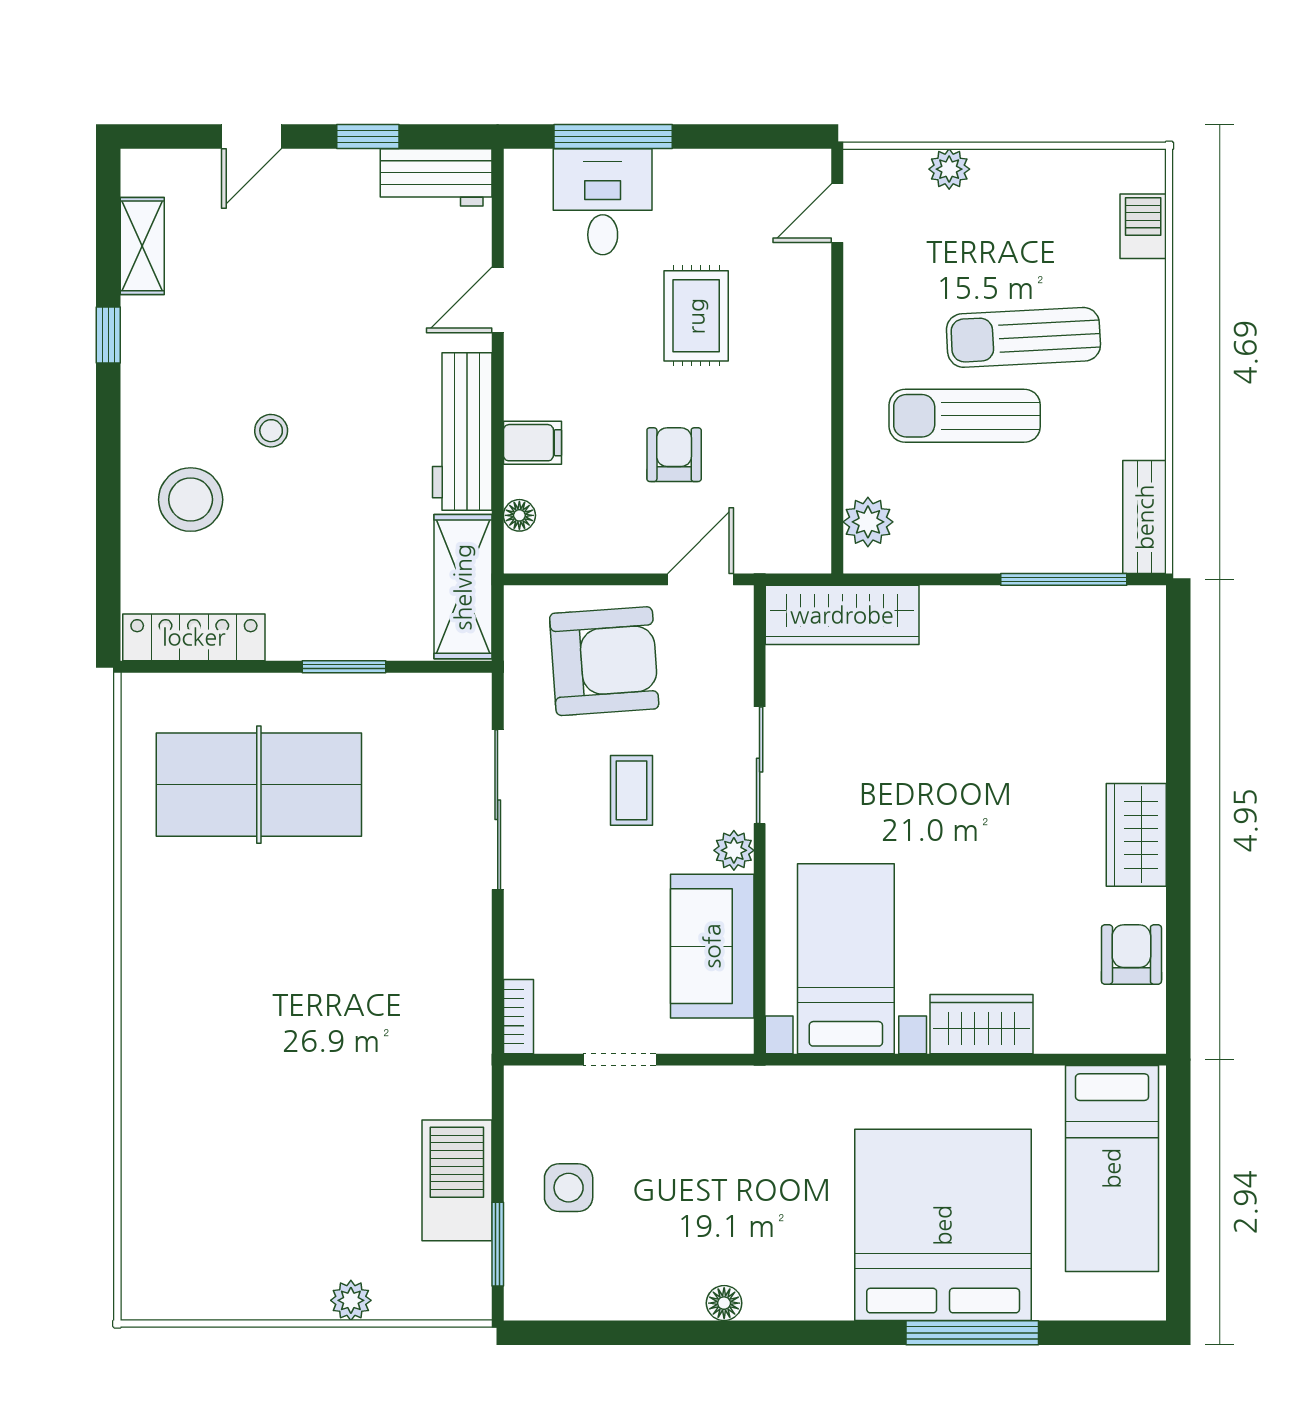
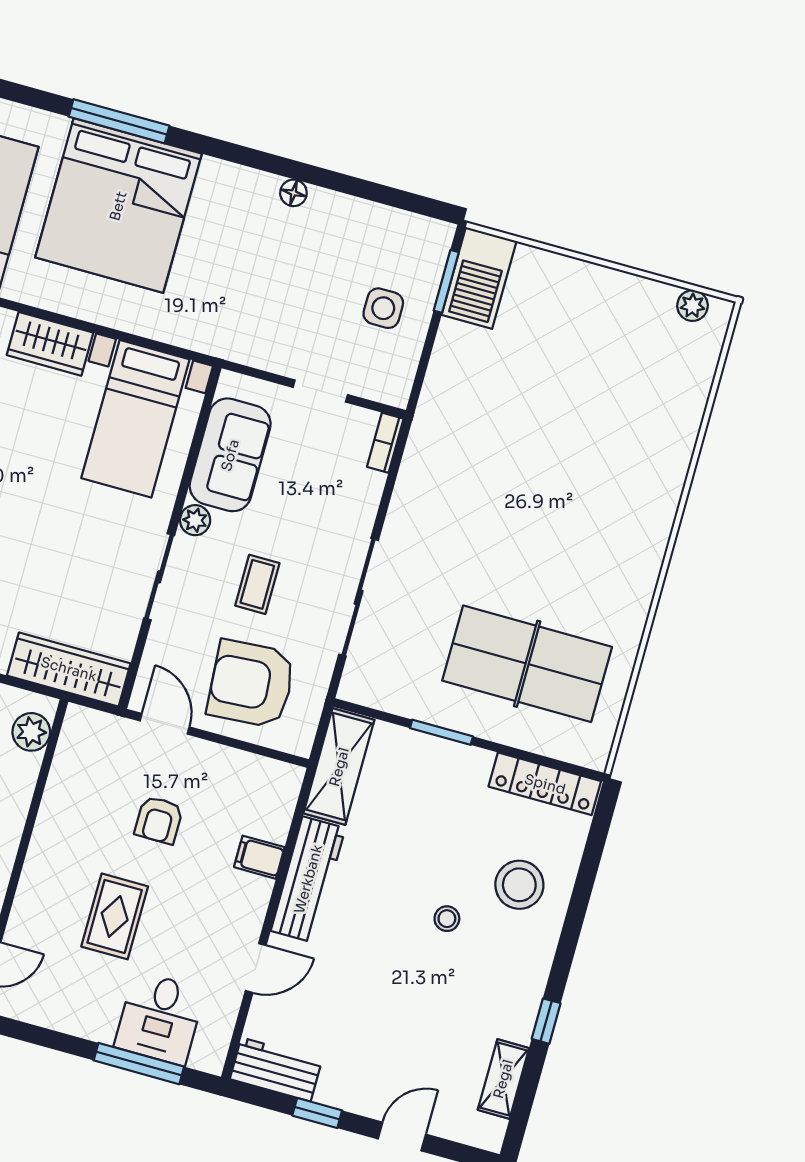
floor lamp: (519, 515) -> (283, 807), removed
door: (701, 579) -> (165, 724), swing flipped
barbecue: (457, 1180) -> (479, 278), moved
plant: (351, 1300) -> (692, 306), moved

